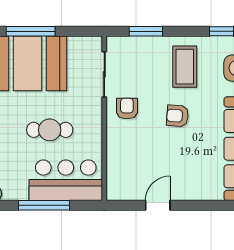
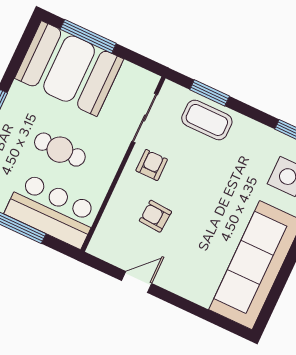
coffee table: (185, 67) -> (207, 120), moved, turned 90
armchair: (178, 116) -> (155, 216), moved

